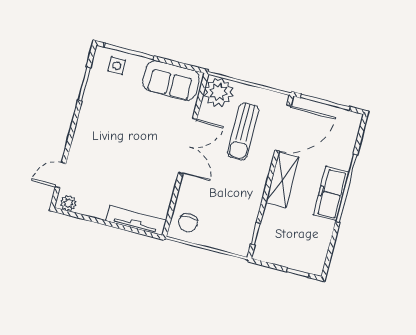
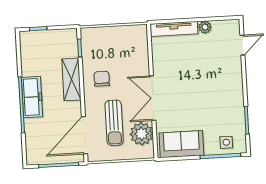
plant: (219, 92) -> (141, 134), moved
sun lounger: (243, 132) -> (114, 123), turned 180
shelving: (282, 180) -> (71, 79), moved
plant: (68, 203) -> (205, 27), moved
chair: (188, 223) -> (102, 79), moved

